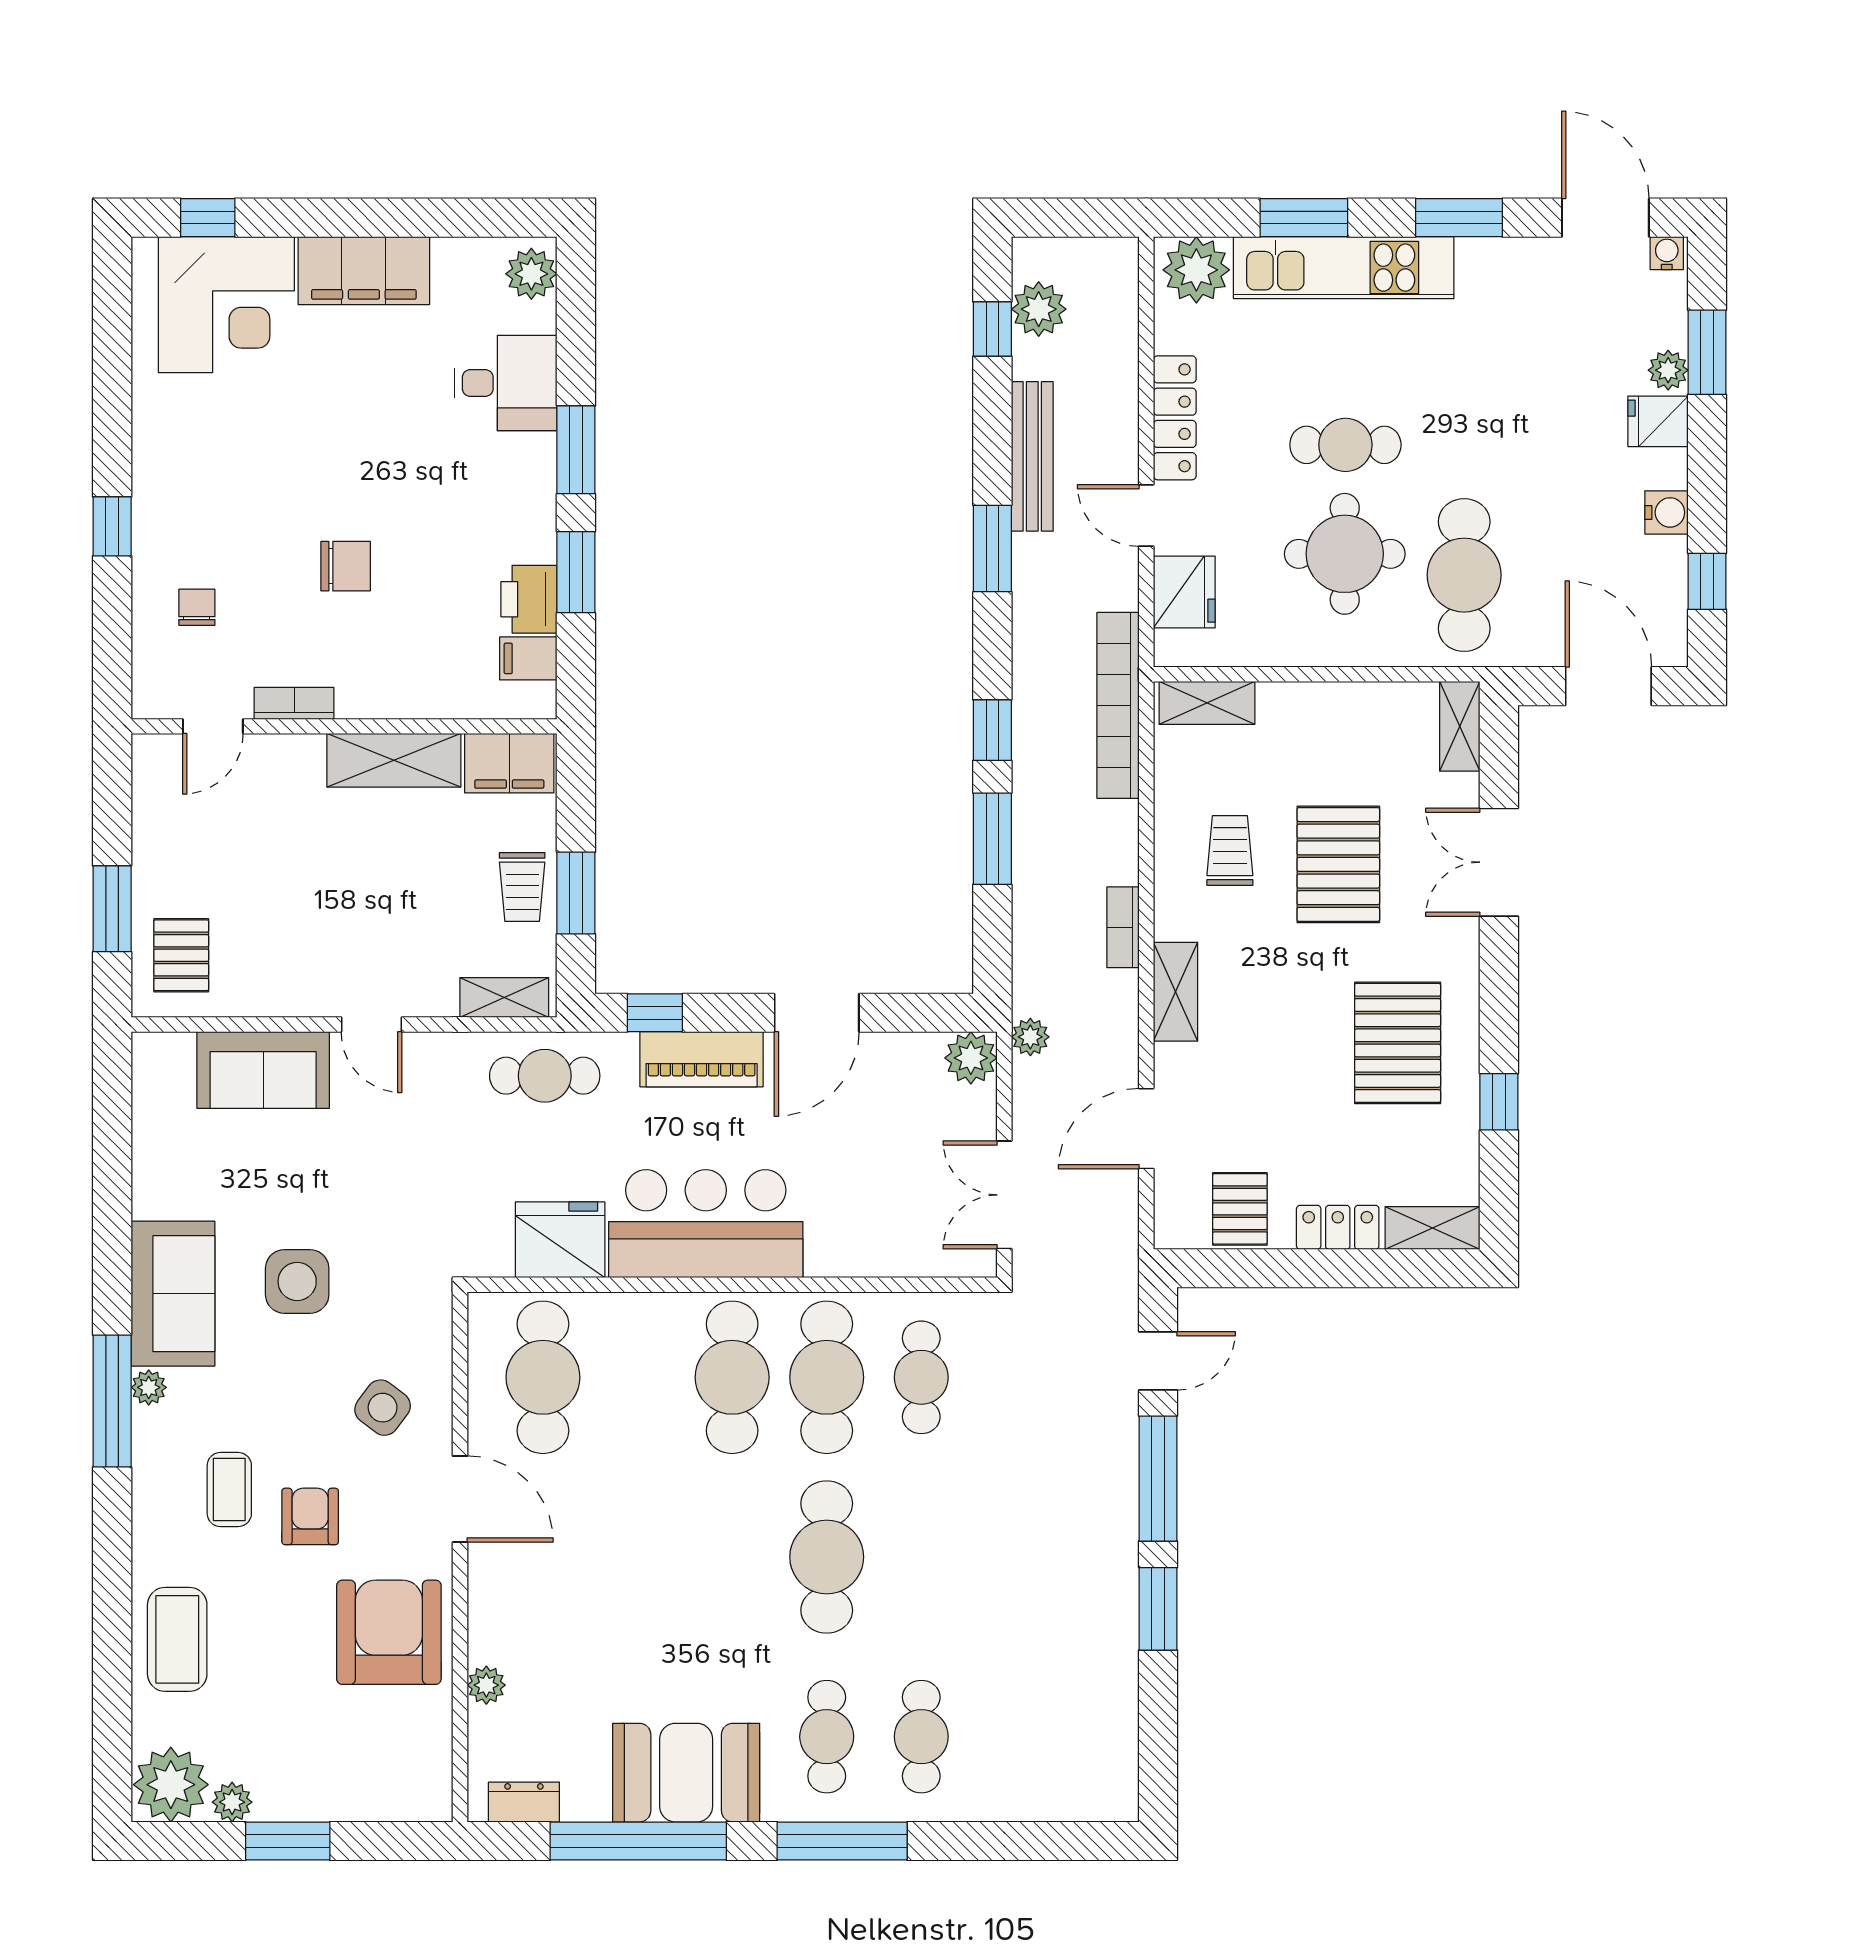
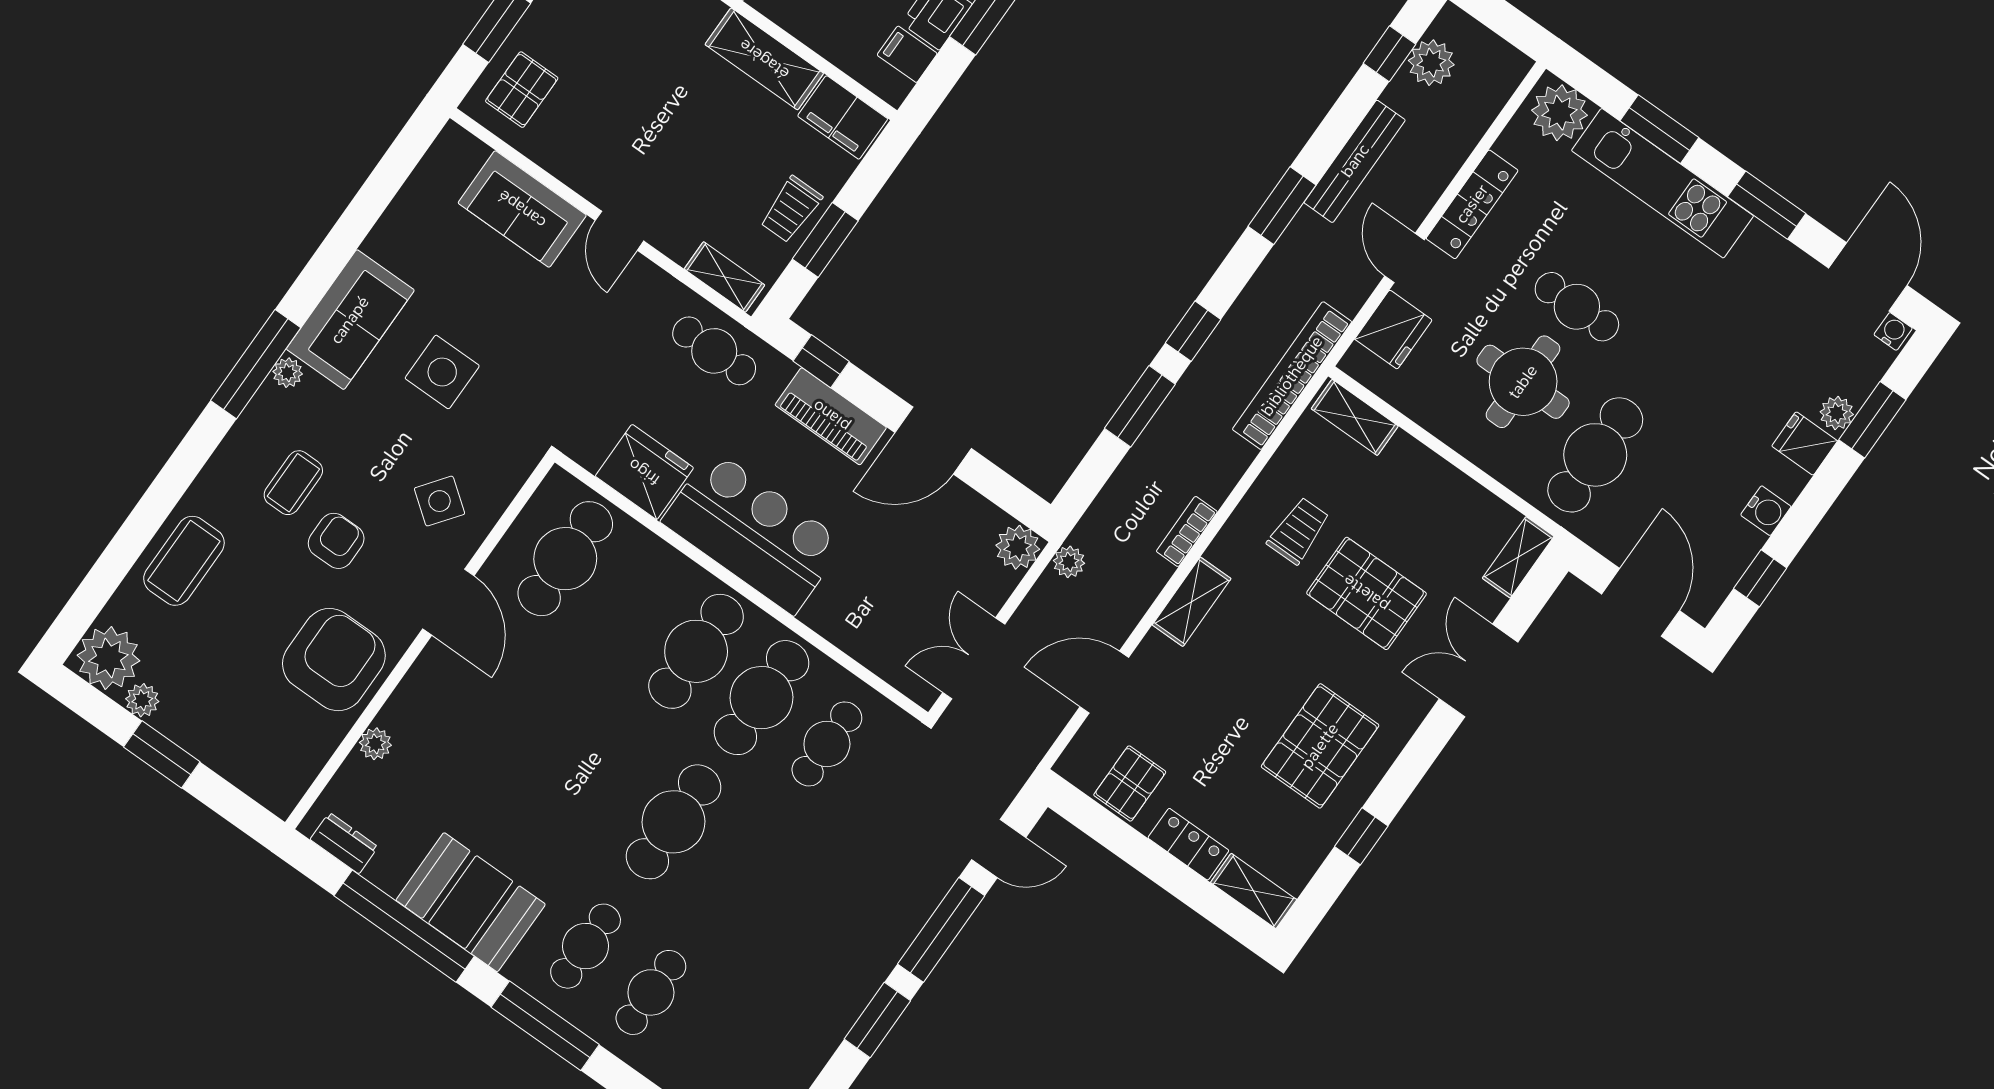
pallet: (1338, 864) -> (1366, 593), turned 90

